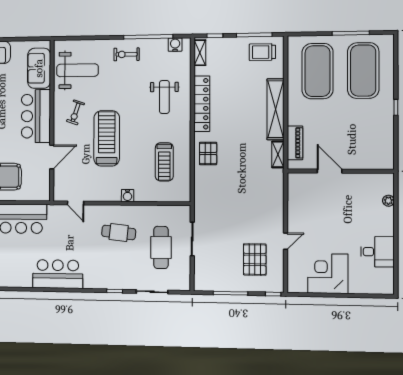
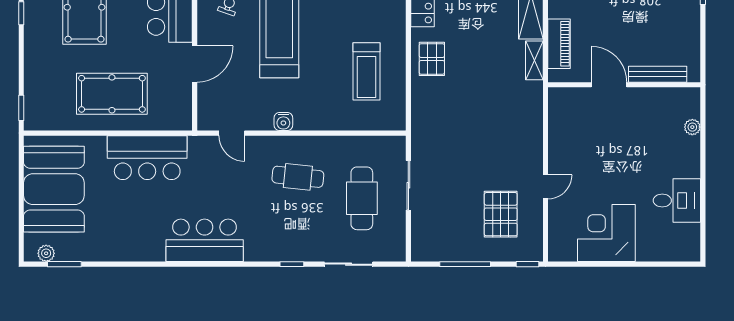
bench: (364, 164) -> (658, 74), added
water cooler: (128, 195) -> (283, 121), moved

